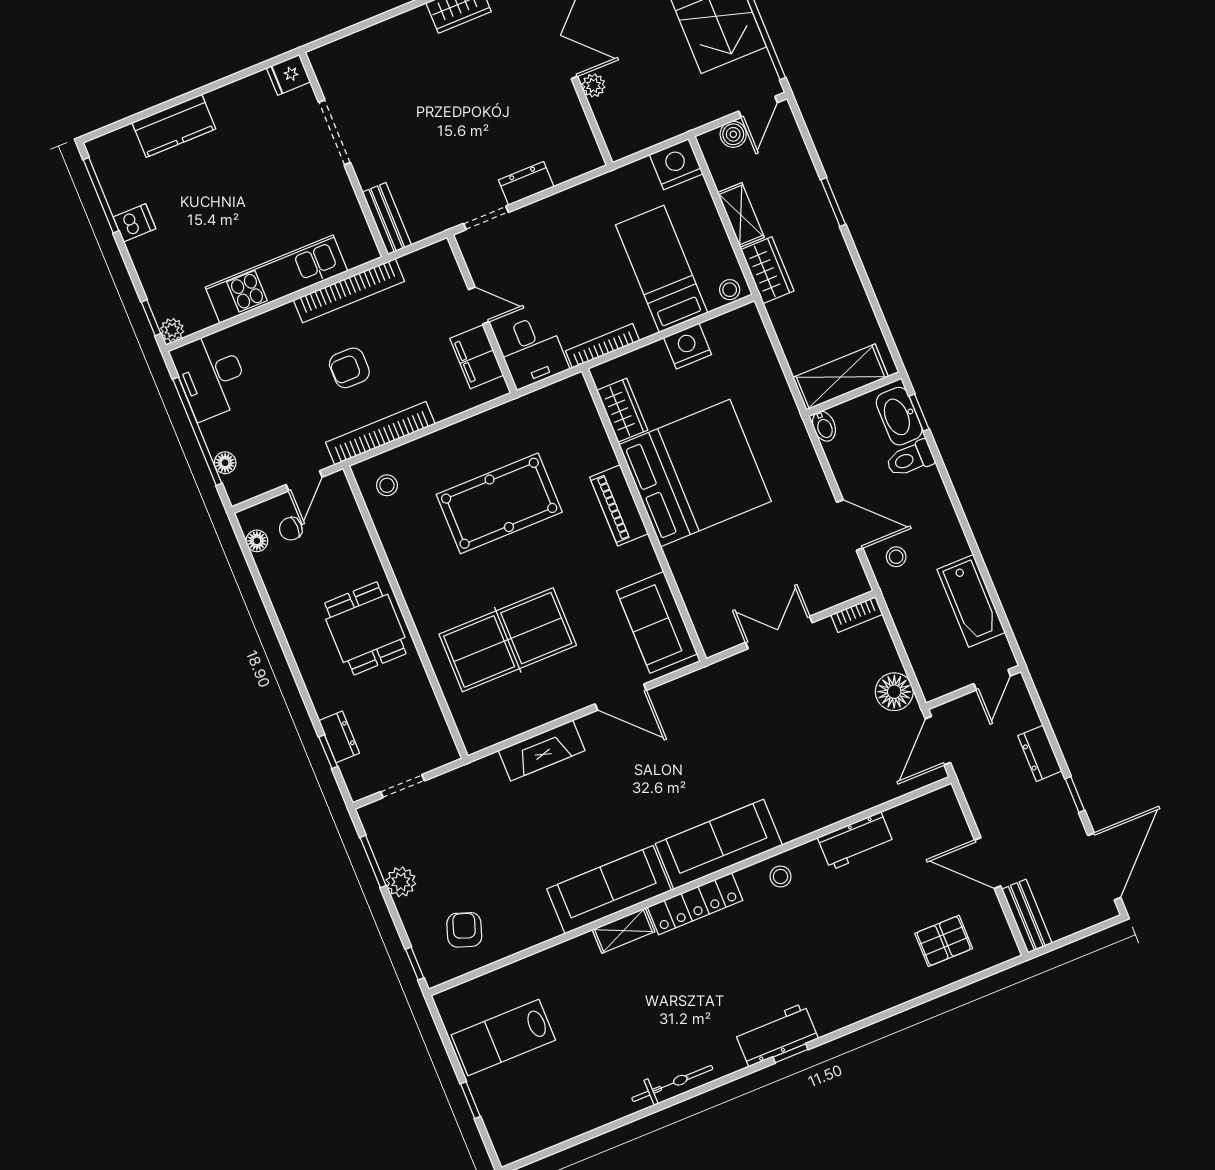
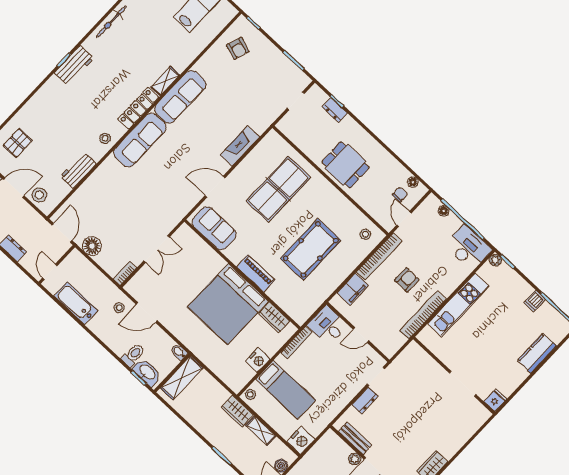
bench: (387, 219) -> (355, 438), moved
filing cabinet: (477, 357) -> (353, 289), moved, turned 90
stool: (948, 829) -> (39, 195), added
plant: (401, 882) -> (277, 57), removed

